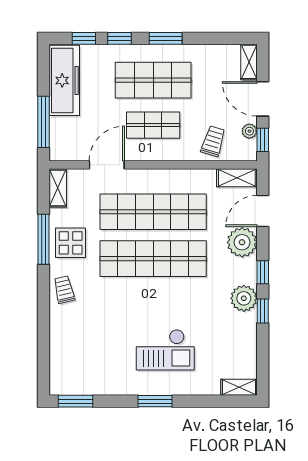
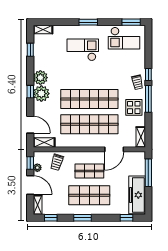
window: (119, 38) -> (51, 218), moved
door: (263, 211) -> (30, 125), hinge flipped
window: (44, 239) -> (148, 99), moved
plant: (242, 242) -> (41, 94), moved
window: (44, 304) -> (148, 75), added
window: (263, 311) -> (30, 50), moved
checkout: (89, 371) -> (124, 38), added

